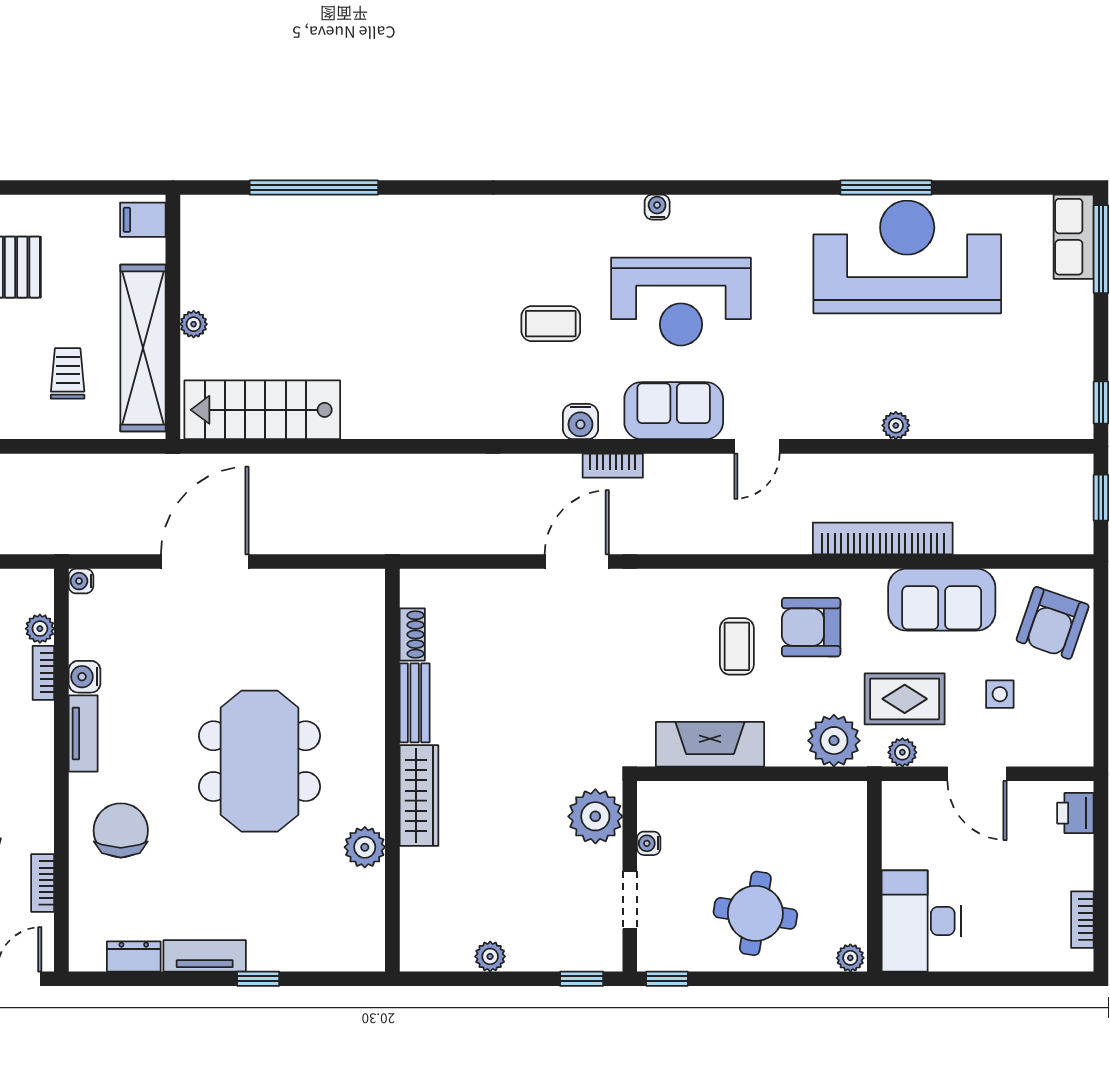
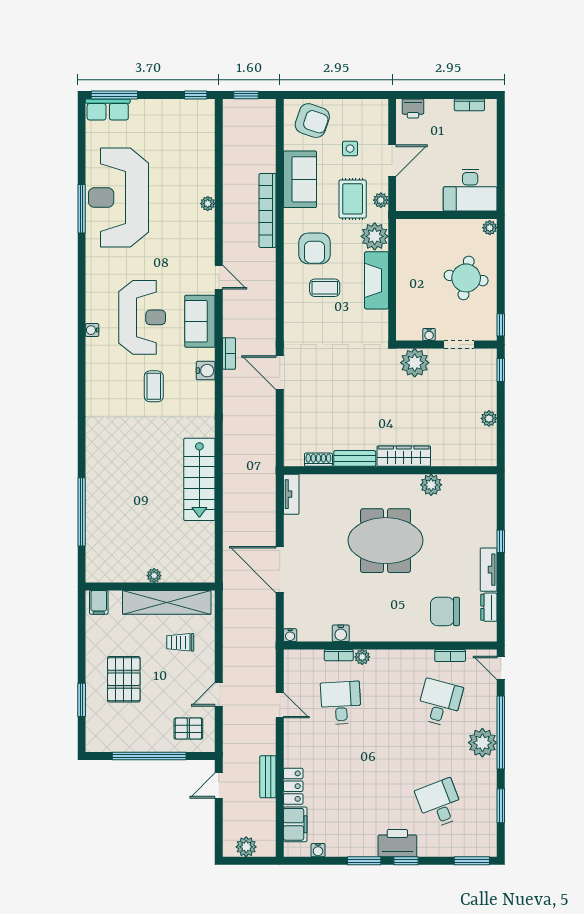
stairs: (262, 410) -> (199, 479), moved
plant: (40, 629) -> (362, 657), moved
tv unit: (83, 733) -> (291, 494), moved, turned 90
fireplace: (710, 744) -> (377, 280), moved
chair: (121, 830) -> (445, 611), moved

